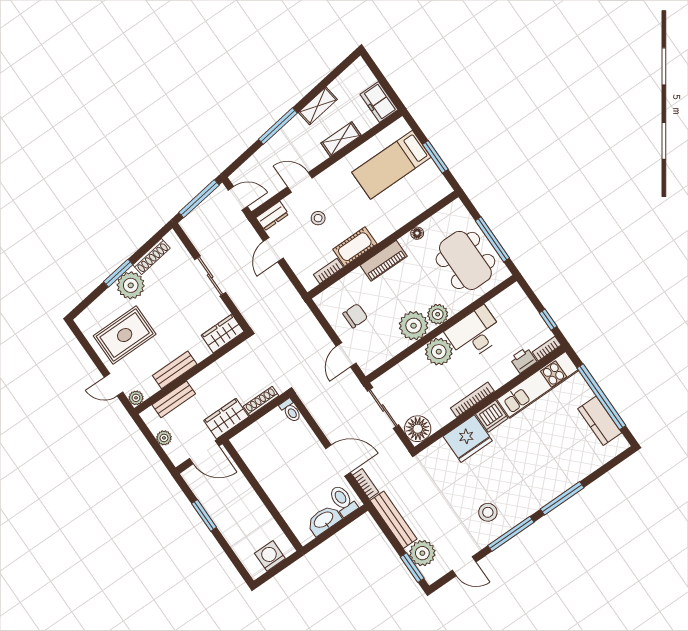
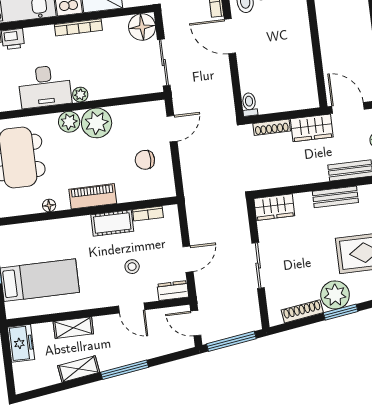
plant: (439, 352) -> (80, 95), width x0.53, depth x0.53

